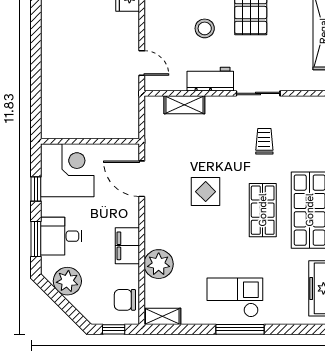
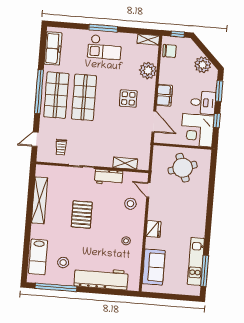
stool: (205, 28) -> (130, 204), moved
round table: (87, 105) -> (183, 168), added
trolley: (264, 141) -> (61, 147), moved
display table: (206, 192) -> (128, 98), moved
shop shelf: (263, 210) -> (84, 97), width x1.43, depth x1.36
desk: (61, 236) -> (203, 103), moved
filing cabinet: (127, 246) -> (165, 95), moved

